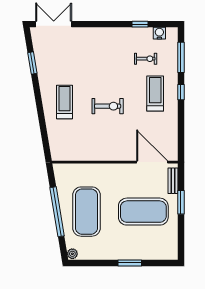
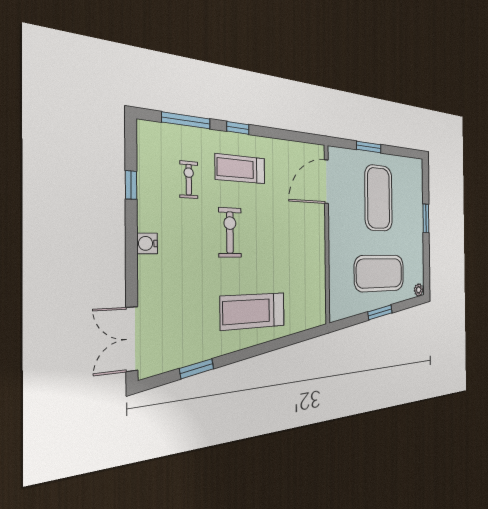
water cooler: (159, 33) -> (147, 243), moved
treadmill: (64, 102) -> (253, 311), width x1.37, depth x1.38
exercise bike: (108, 106) -> (230, 233), moved
bench: (173, 181) -> (347, 155), removed
window: (57, 212) -> (380, 312), width x0.47

